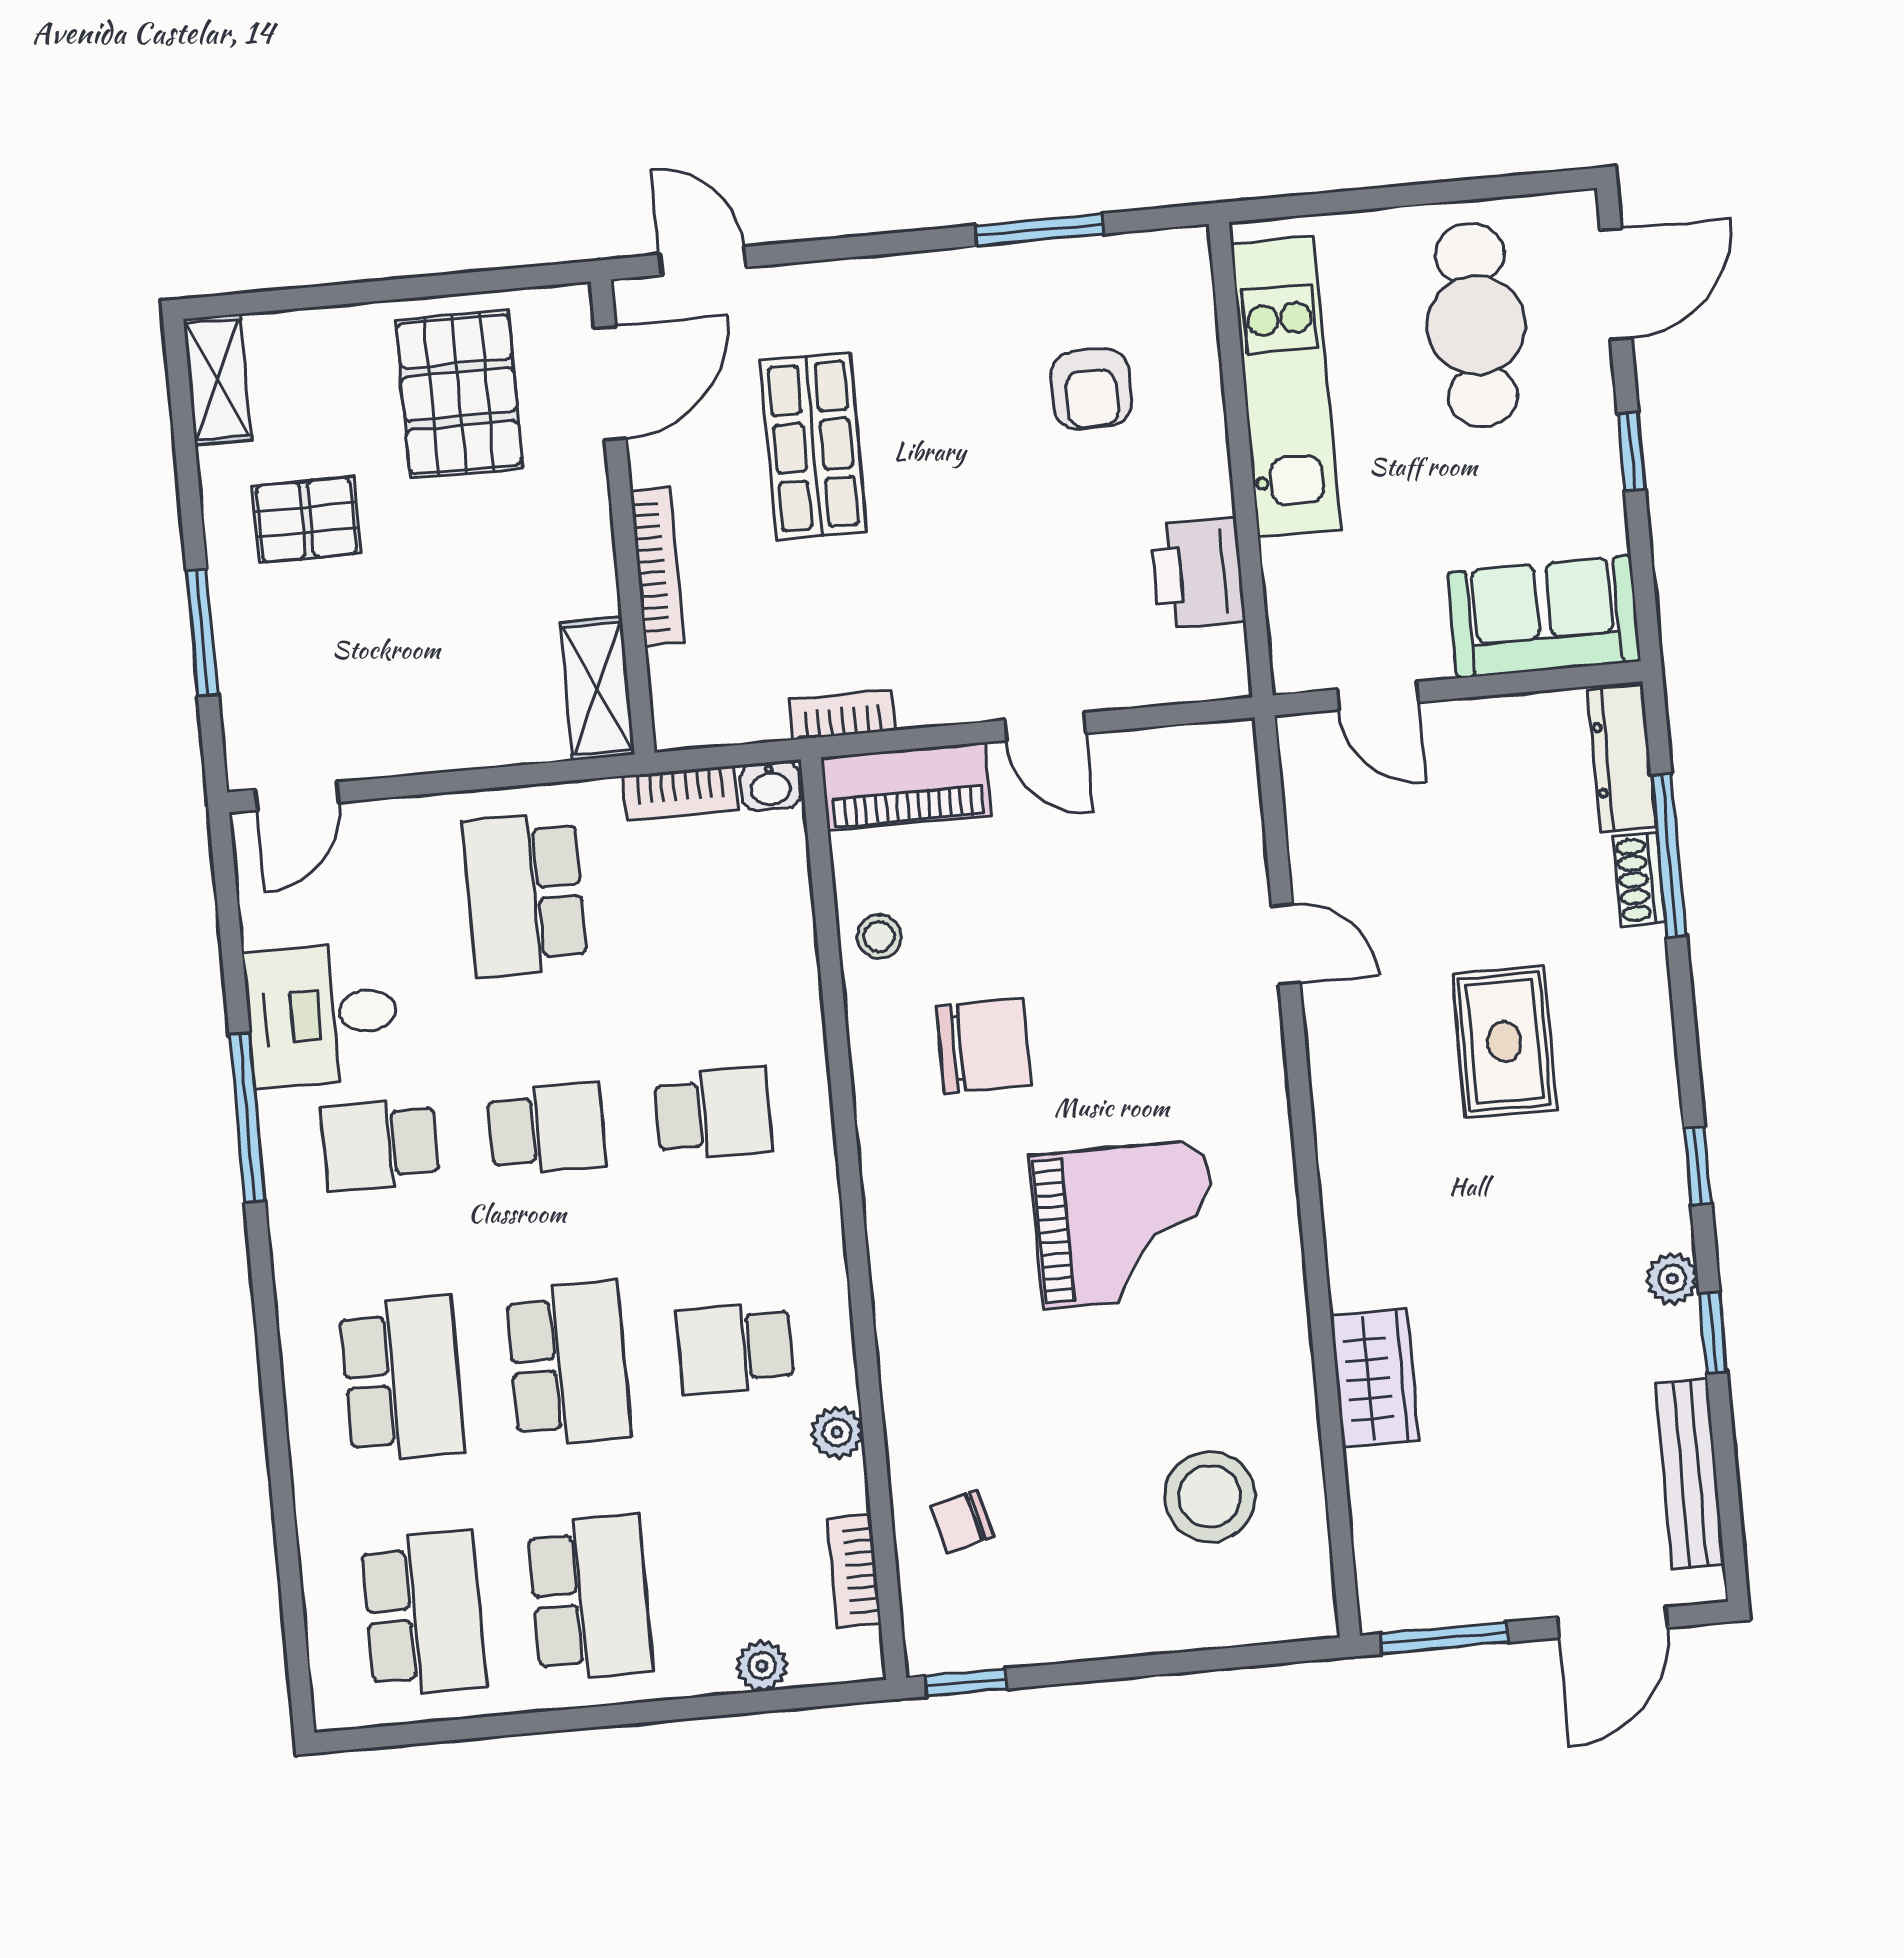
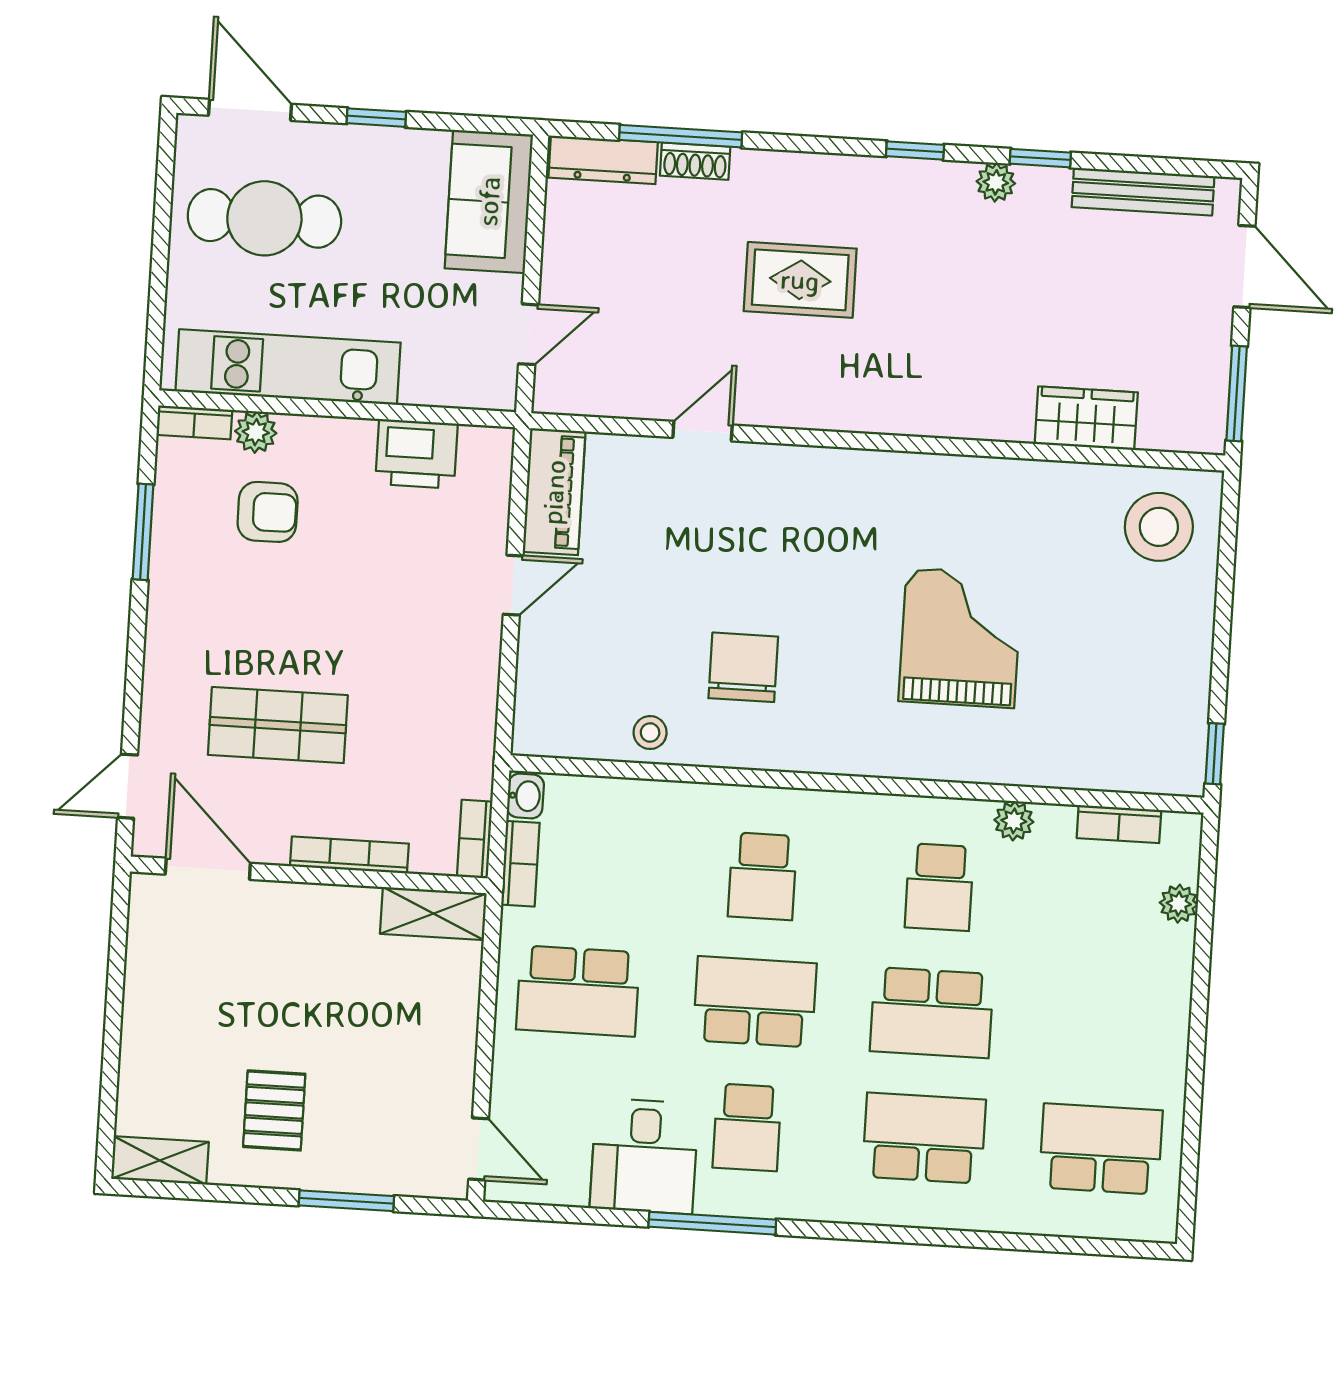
bookcase: (1194, 275) -> (194, 422), added
plant: (1194, 357) -> (256, 432), added
pallet: (459, 394) -> (199, 982), removed
bookcase: (843, 715) -> (475, 839), moved
piano: (906, 786) -> (554, 492), moved
school desk: (713, 1113) -> (762, 876), turned 180
school desk: (547, 1129) -> (755, 1002), width x1.85
grand piano: (1125, 1224) -> (960, 638), moved
school desk: (568, 1363) -> (932, 1013), turned 180
wardrobe: (1375, 1378) -> (1086, 418), moved
stool: (1210, 1497) -> (1159, 527), moved
chair: (962, 1521) -> (1095, 738), removed
school desk: (590, 1598) -> (1108, 1023), removed

